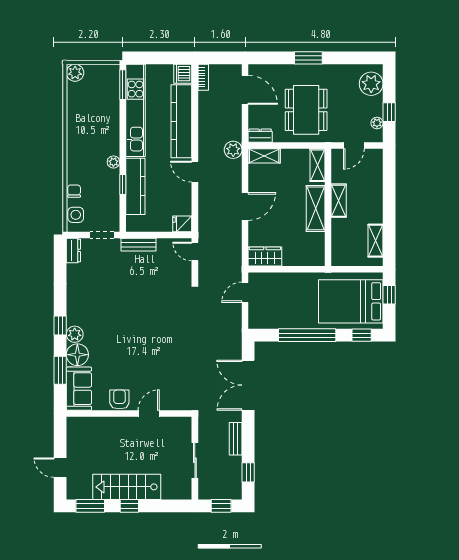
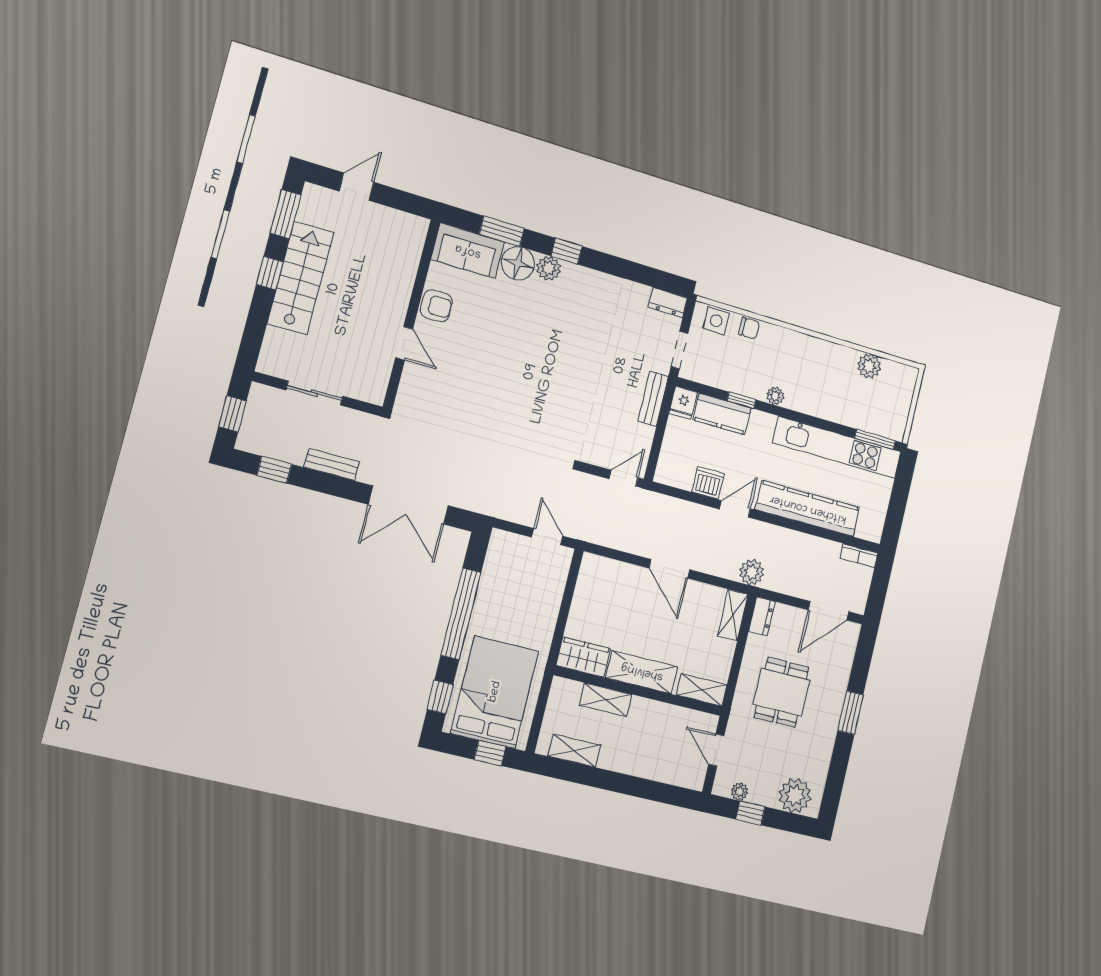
plant: (75, 73) -> (869, 366), moved
dishwasher: (183, 74) -> (708, 483), moved
dining table: (306, 110) -> (781, 692), width x0.73
kitchen counter: (135, 186) -> (722, 414), width x0.67
shelving: (339, 201) -> (606, 700), moved
fridge: (182, 224) -> (683, 403), moved, turned 180
wardrobe: (265, 257) -> (583, 657), moved, turned -90
double door: (248, 385) -> (408, 505), swing flipped

